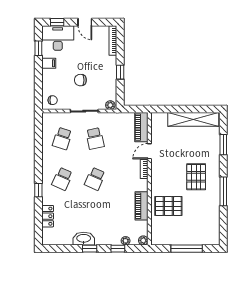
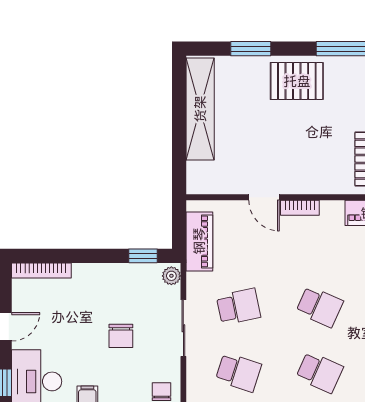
window: (120, 72) -> (143, 256), moved
piano: (141, 127) -> (199, 241), moved, turned -90
pallet: (196, 177) -> (297, 81), moved

